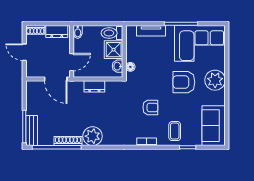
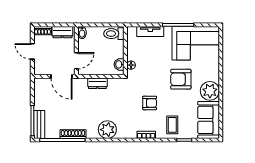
shower: (114, 50) -> (115, 49), removed
plant: (215, 80) -> (210, 91), moved
plant: (93, 136) -> (107, 130), moved

